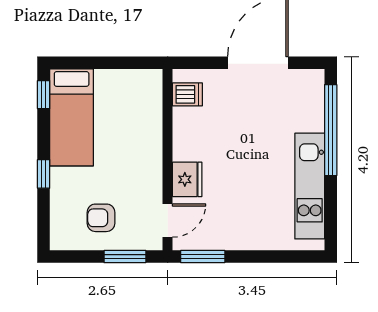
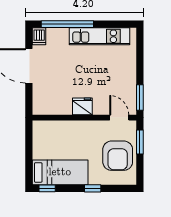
dishwasher: (187, 94) -> (39, 36), moved, turned 180
fridge: (187, 179) -> (82, 106), moved
armchair: (101, 218) -> (118, 156), width x1.88, depth x1.88

